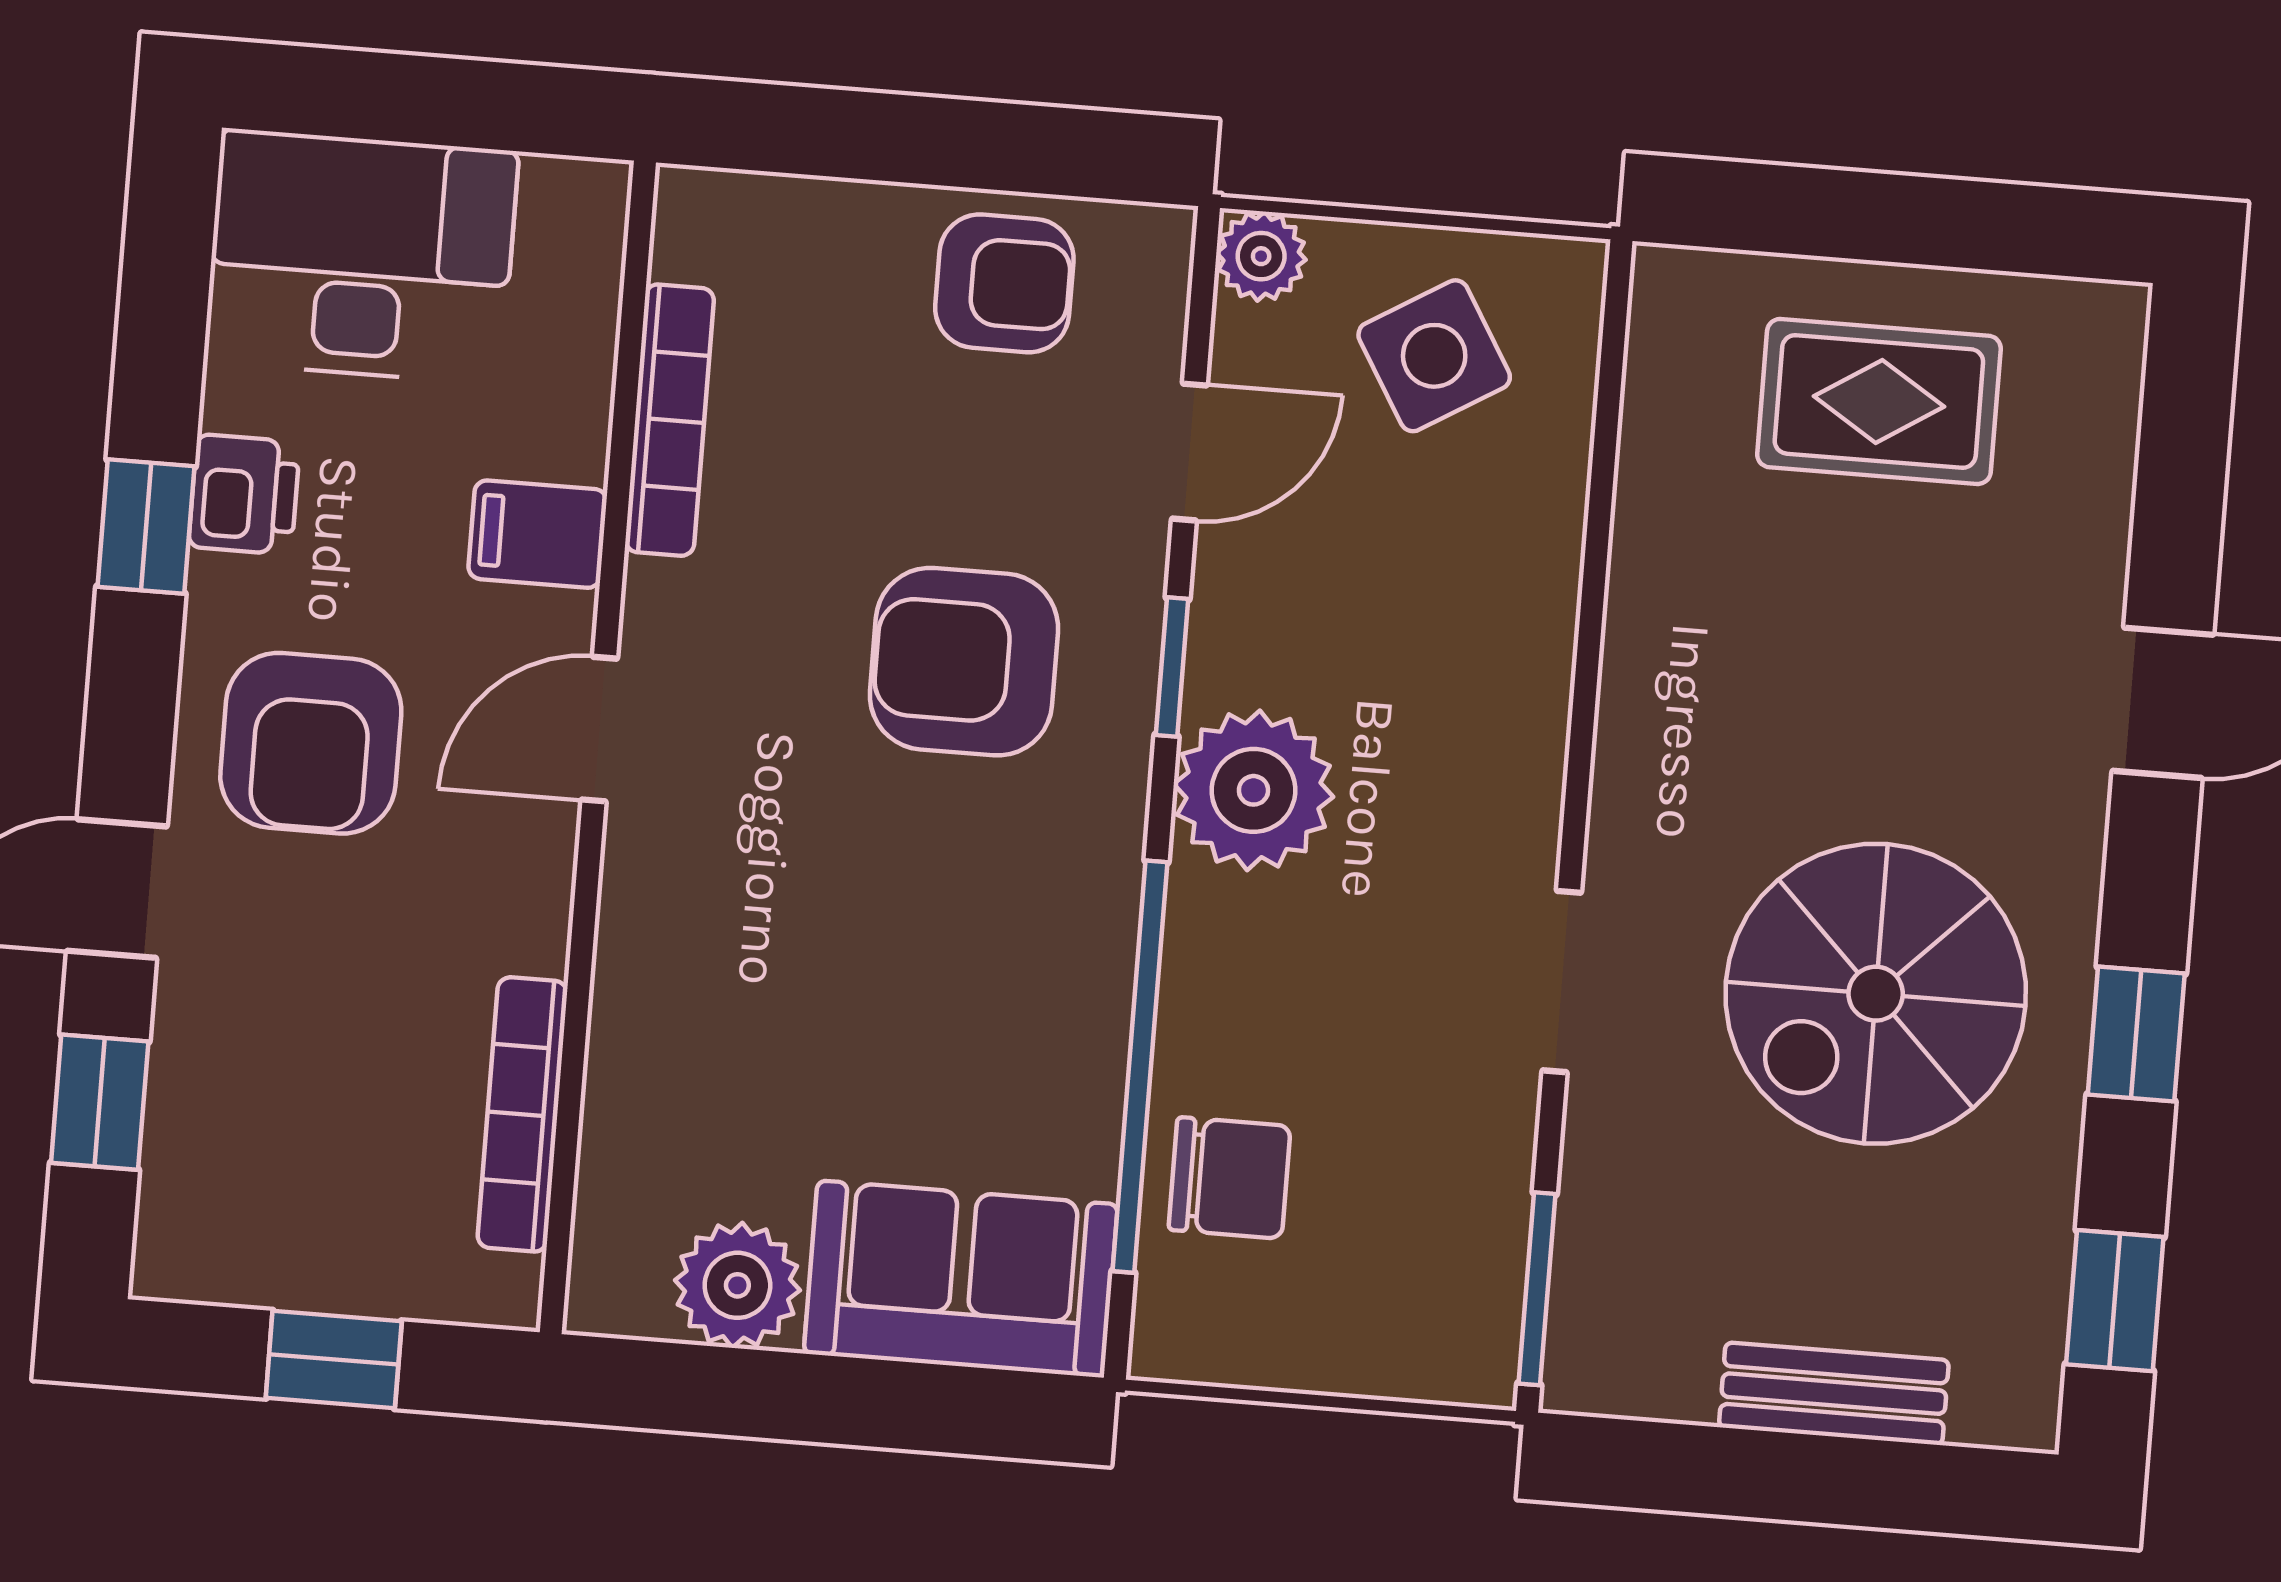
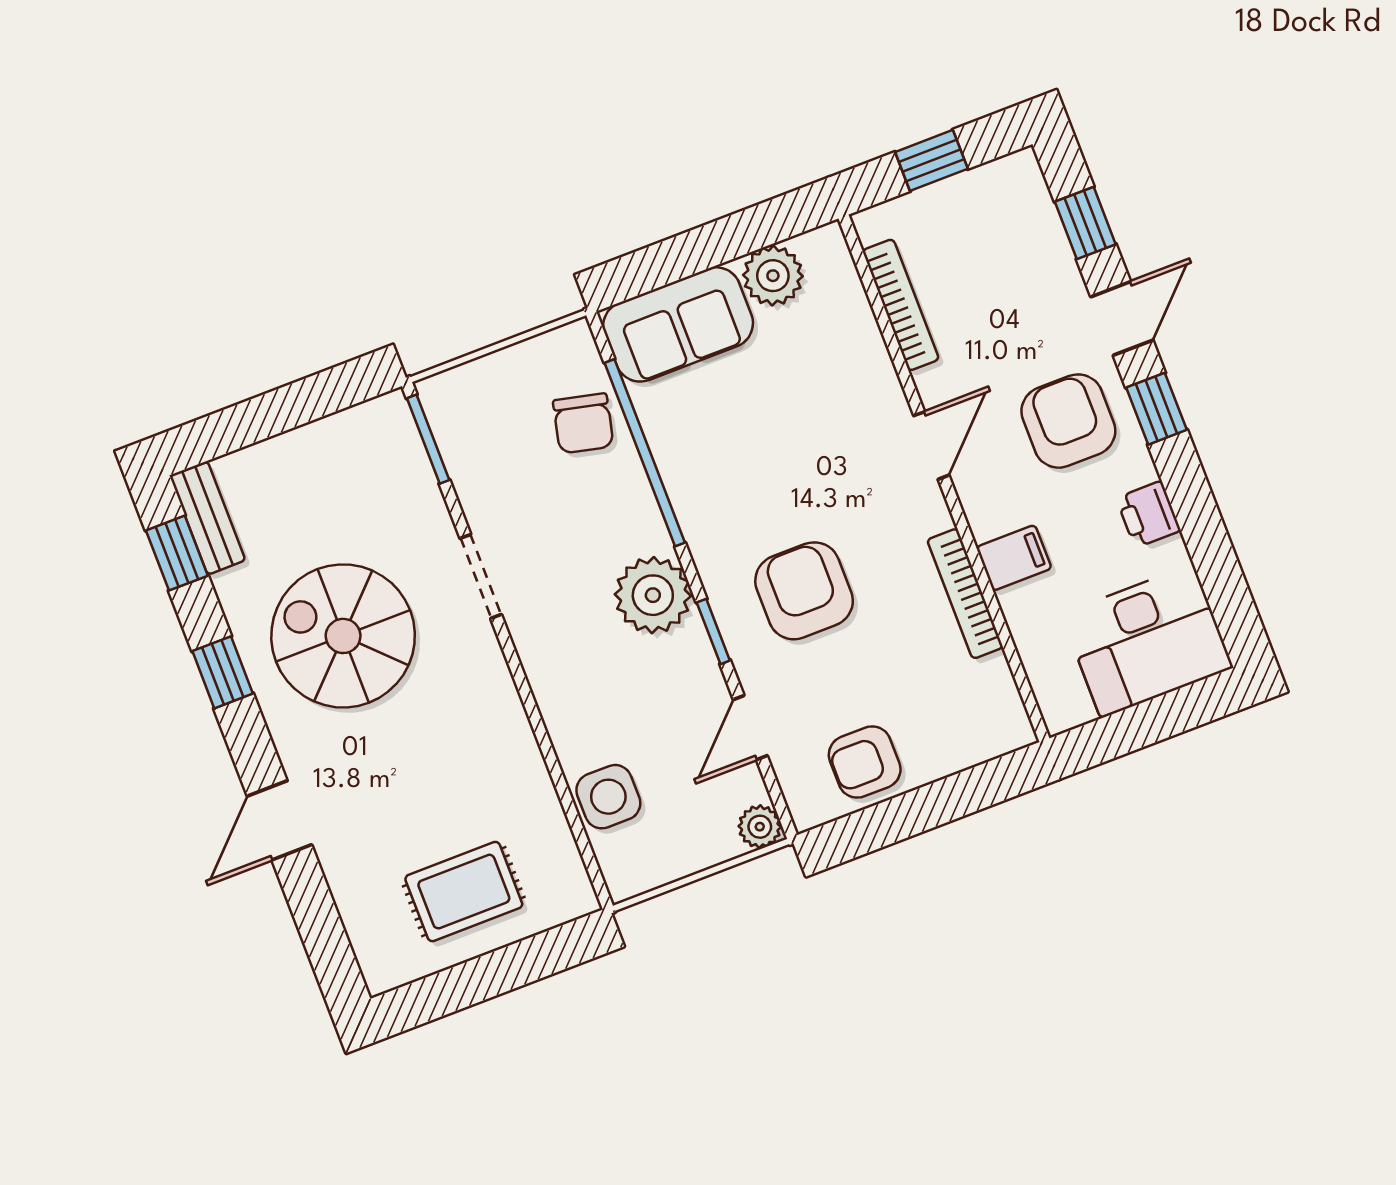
side table: (1434, 356) -> (608, 797), moved, turned 31
bookcase: (670, 420) -> (965, 594), moved
window: (146, 527) -> (1156, 409), moved
armchair: (964, 662) -> (804, 591), turned -90
door: (599, 729) -> (931, 445), moved
spiral stairs: (1876, 994) -> (343, 636), turned -90
chair: (1230, 1178) -> (583, 423), turned -77
bench: (1834, 1394) -> (207, 518), moved, turned 90

